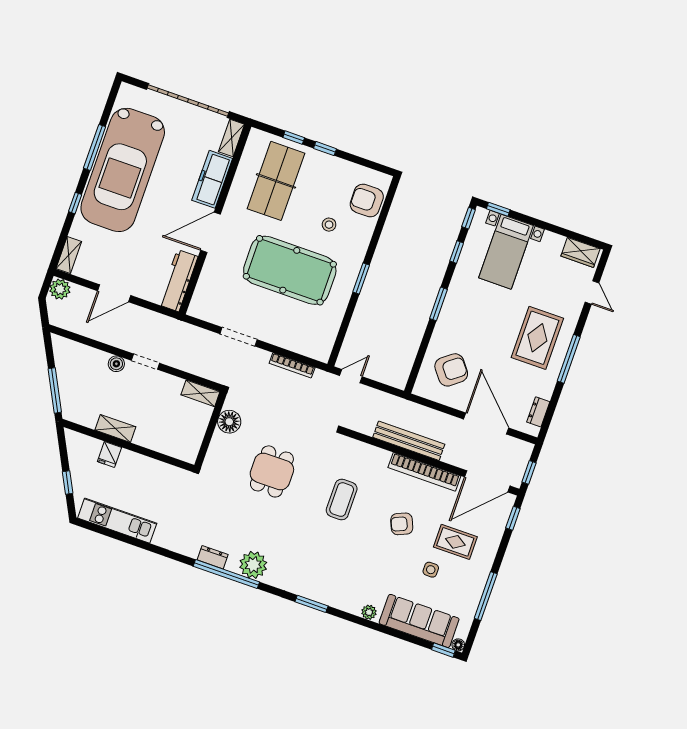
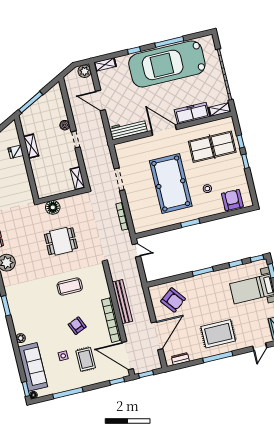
floor lamp: (229, 422) -> (53, 207), moved

